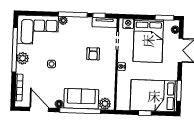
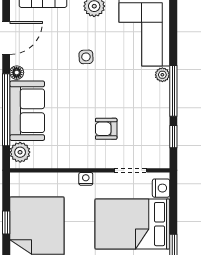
tv unit: (105, 23) -> (161, 147), removed

